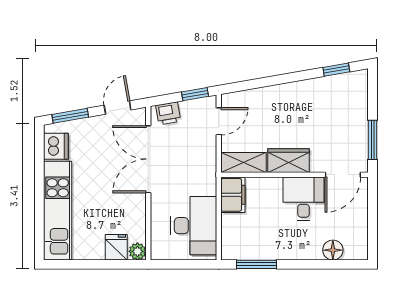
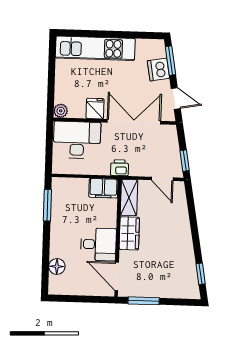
printer: (168, 113) -> (120, 168), moved, turned 100
dishwasher: (56, 146) -> (158, 70), moved, turned 80
desk: (194, 226) -> (77, 140), moved, turned 180
fridge: (116, 247) -> (95, 109), moved, turned -90

